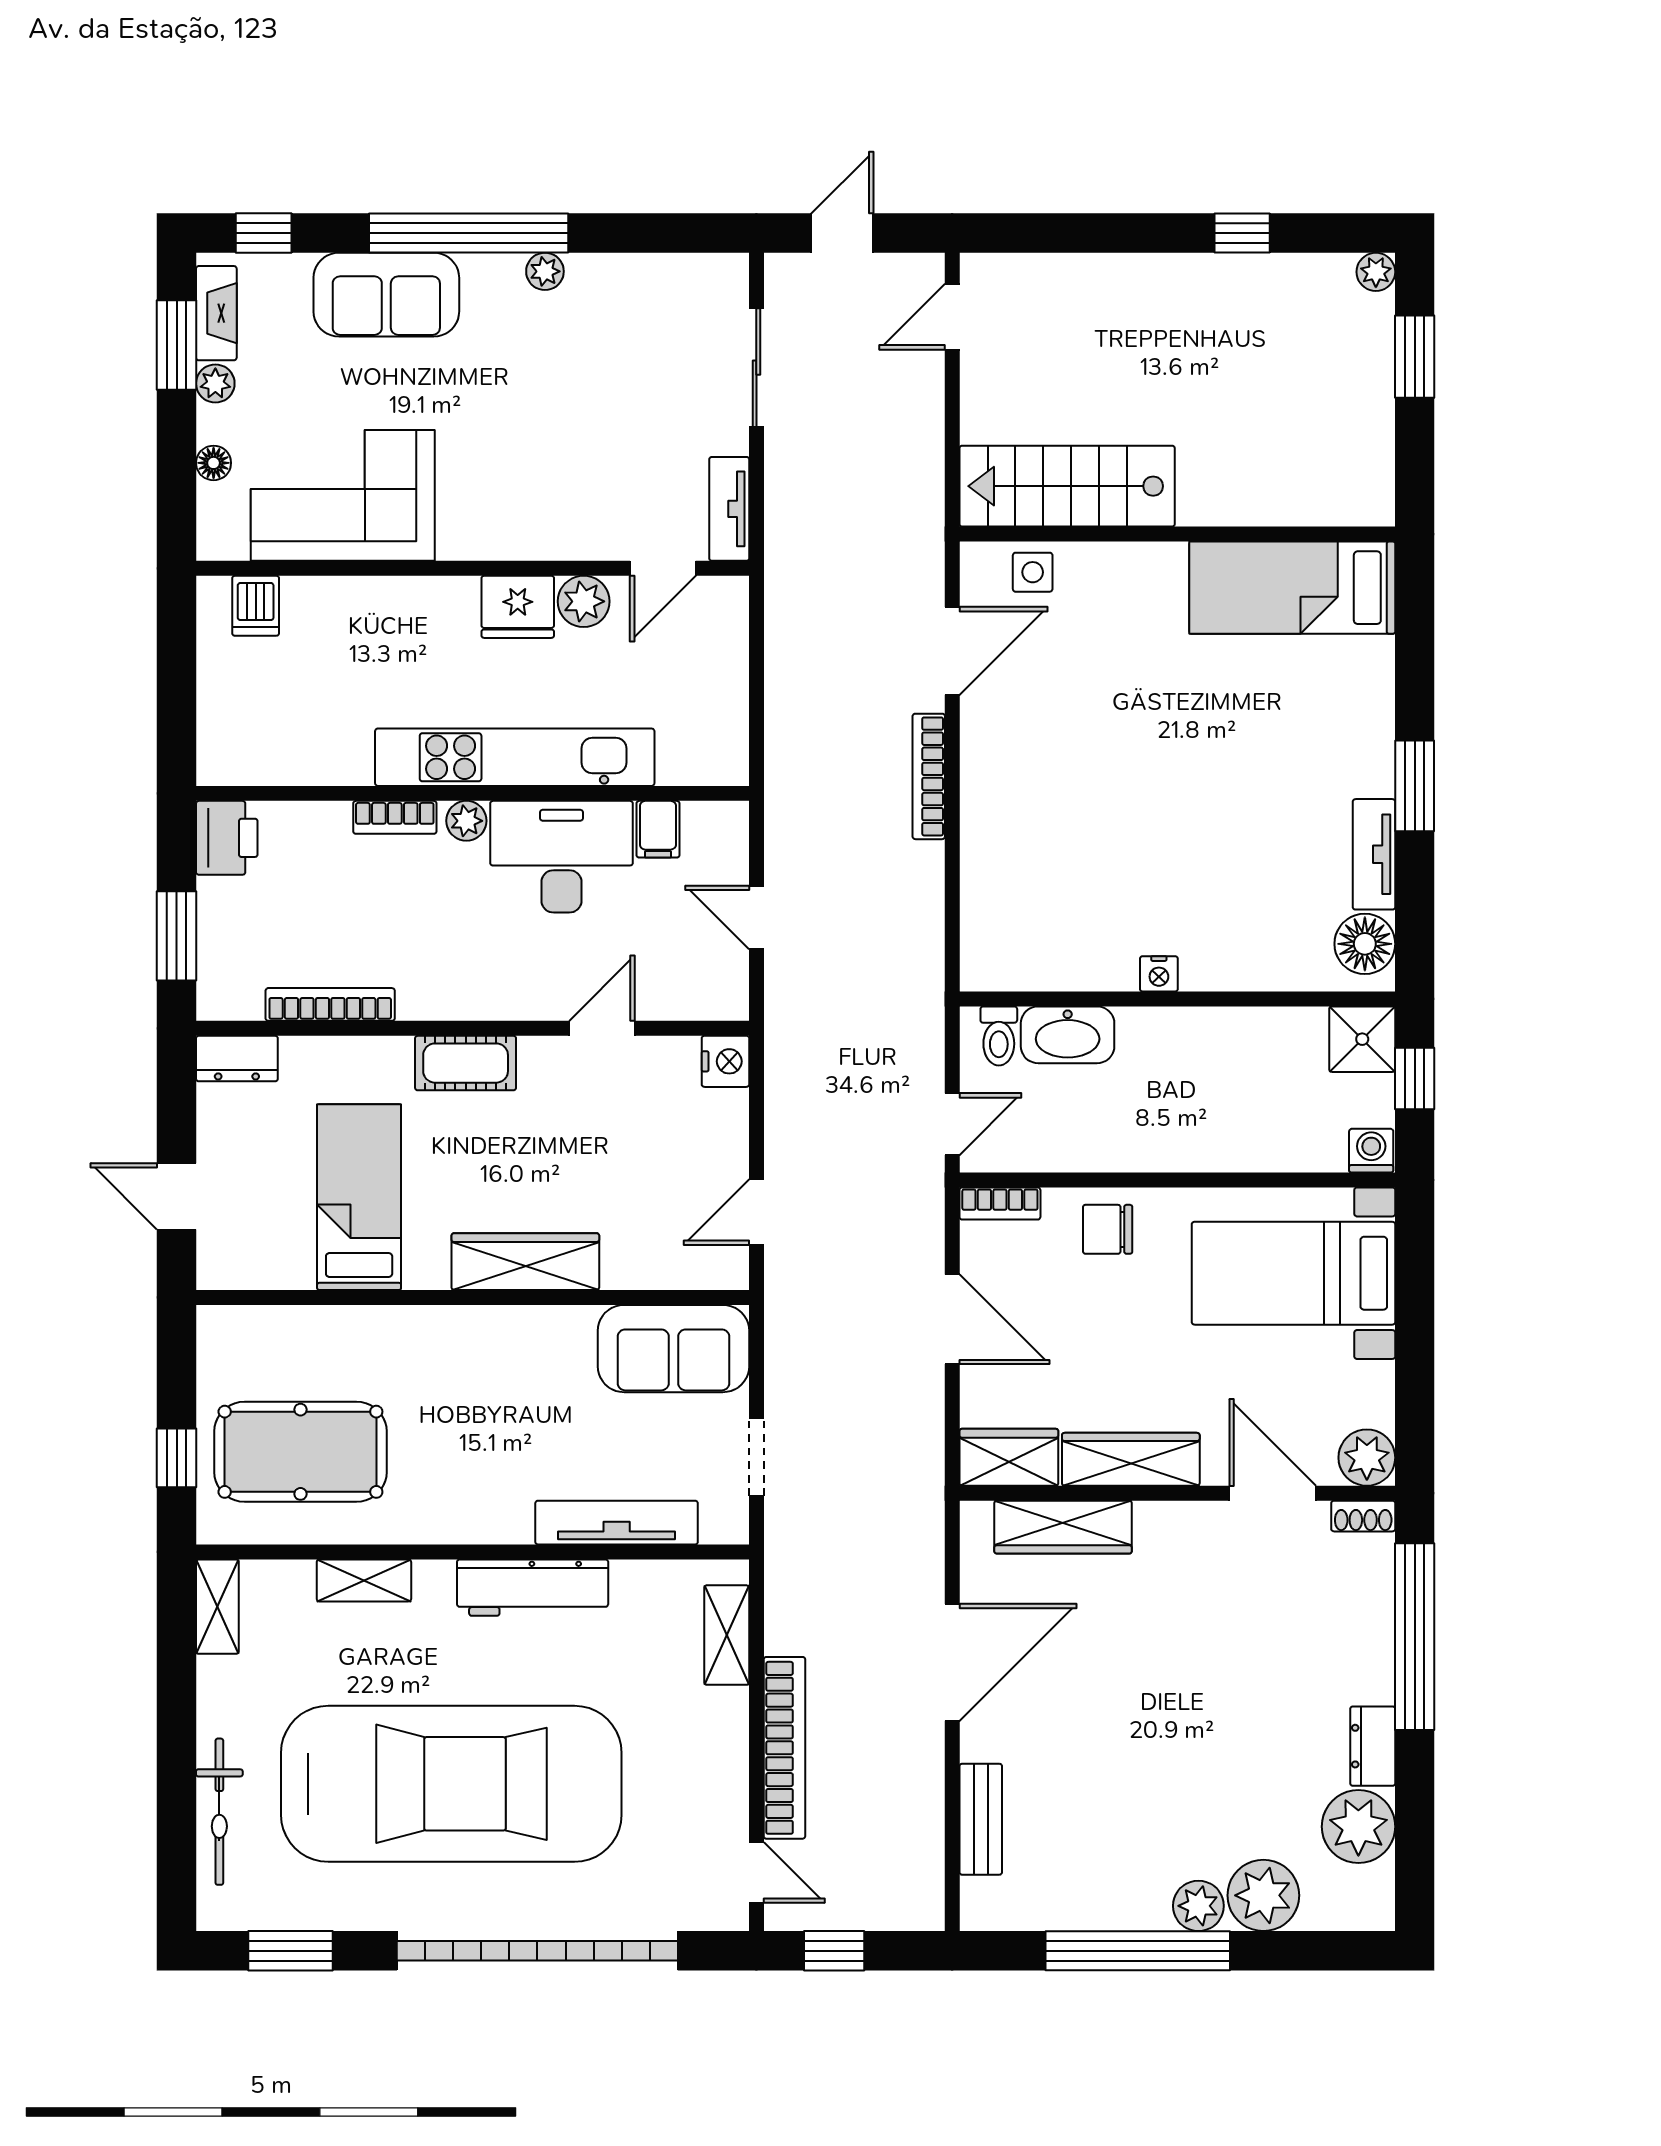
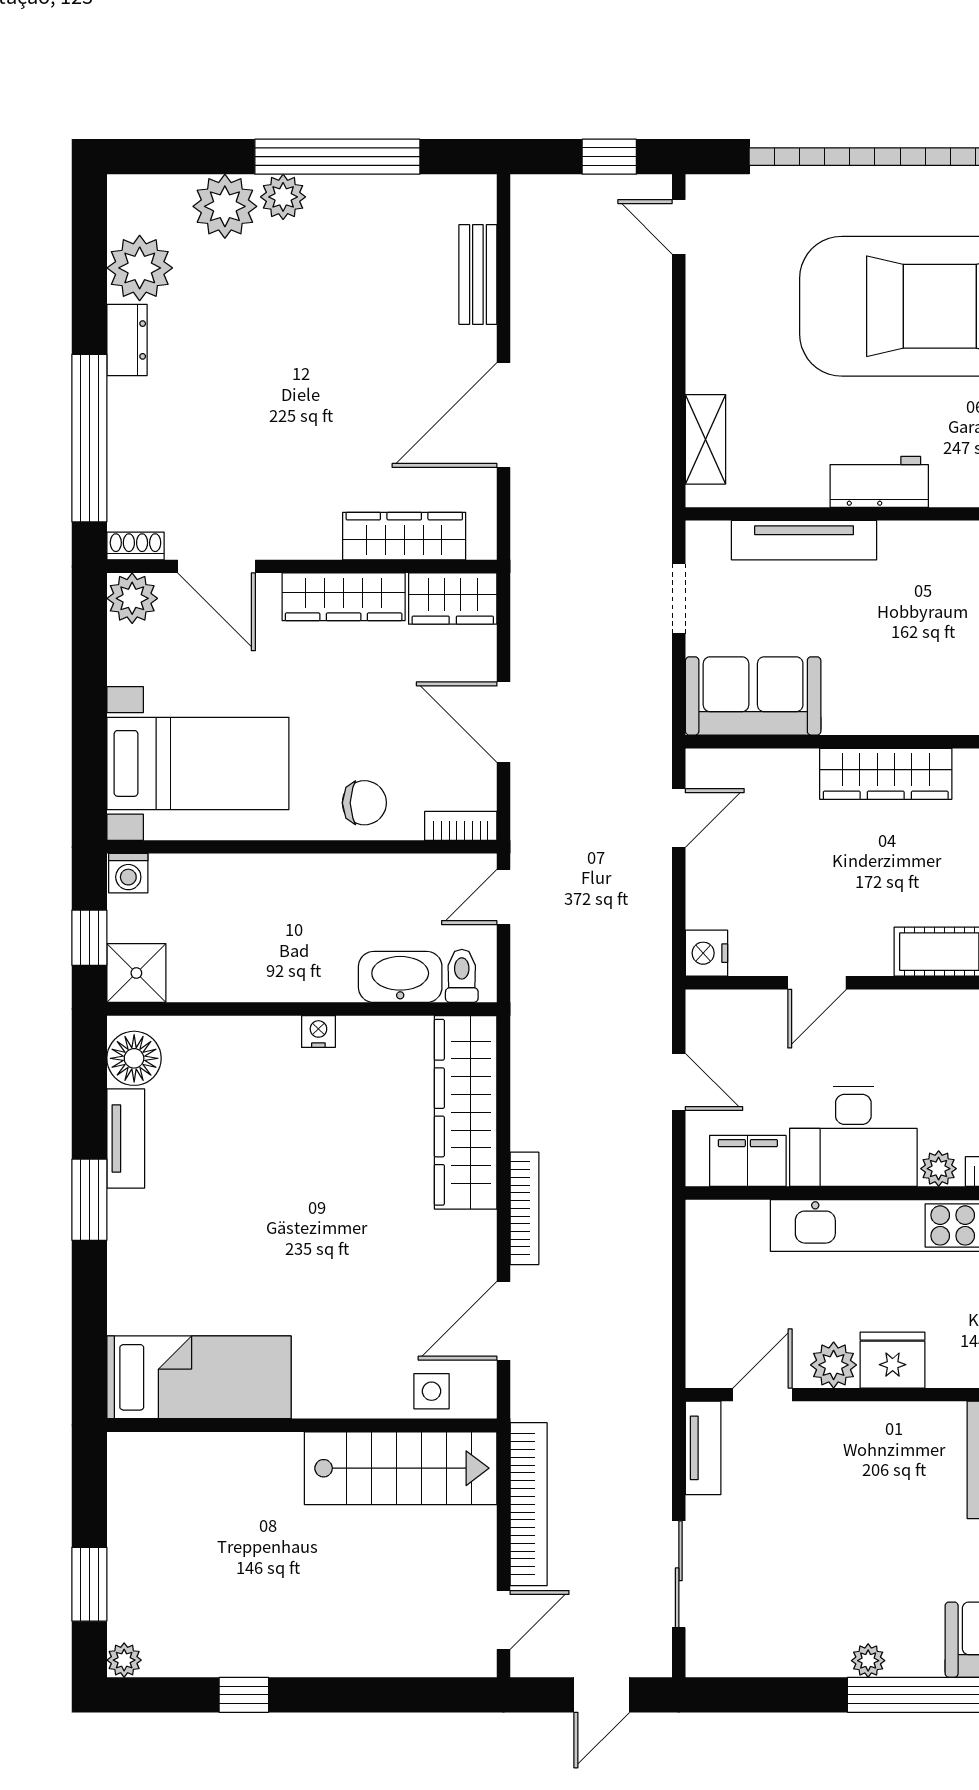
filing cabinet: (658, 829) -> (748, 1161), width x2.00
wardrobe: (995, 884) -> (466, 1112), added
workbench: (533, 1588) -> (879, 482), width x0.73
bookcase: (784, 1748) -> (529, 1504), moved, turned 180

